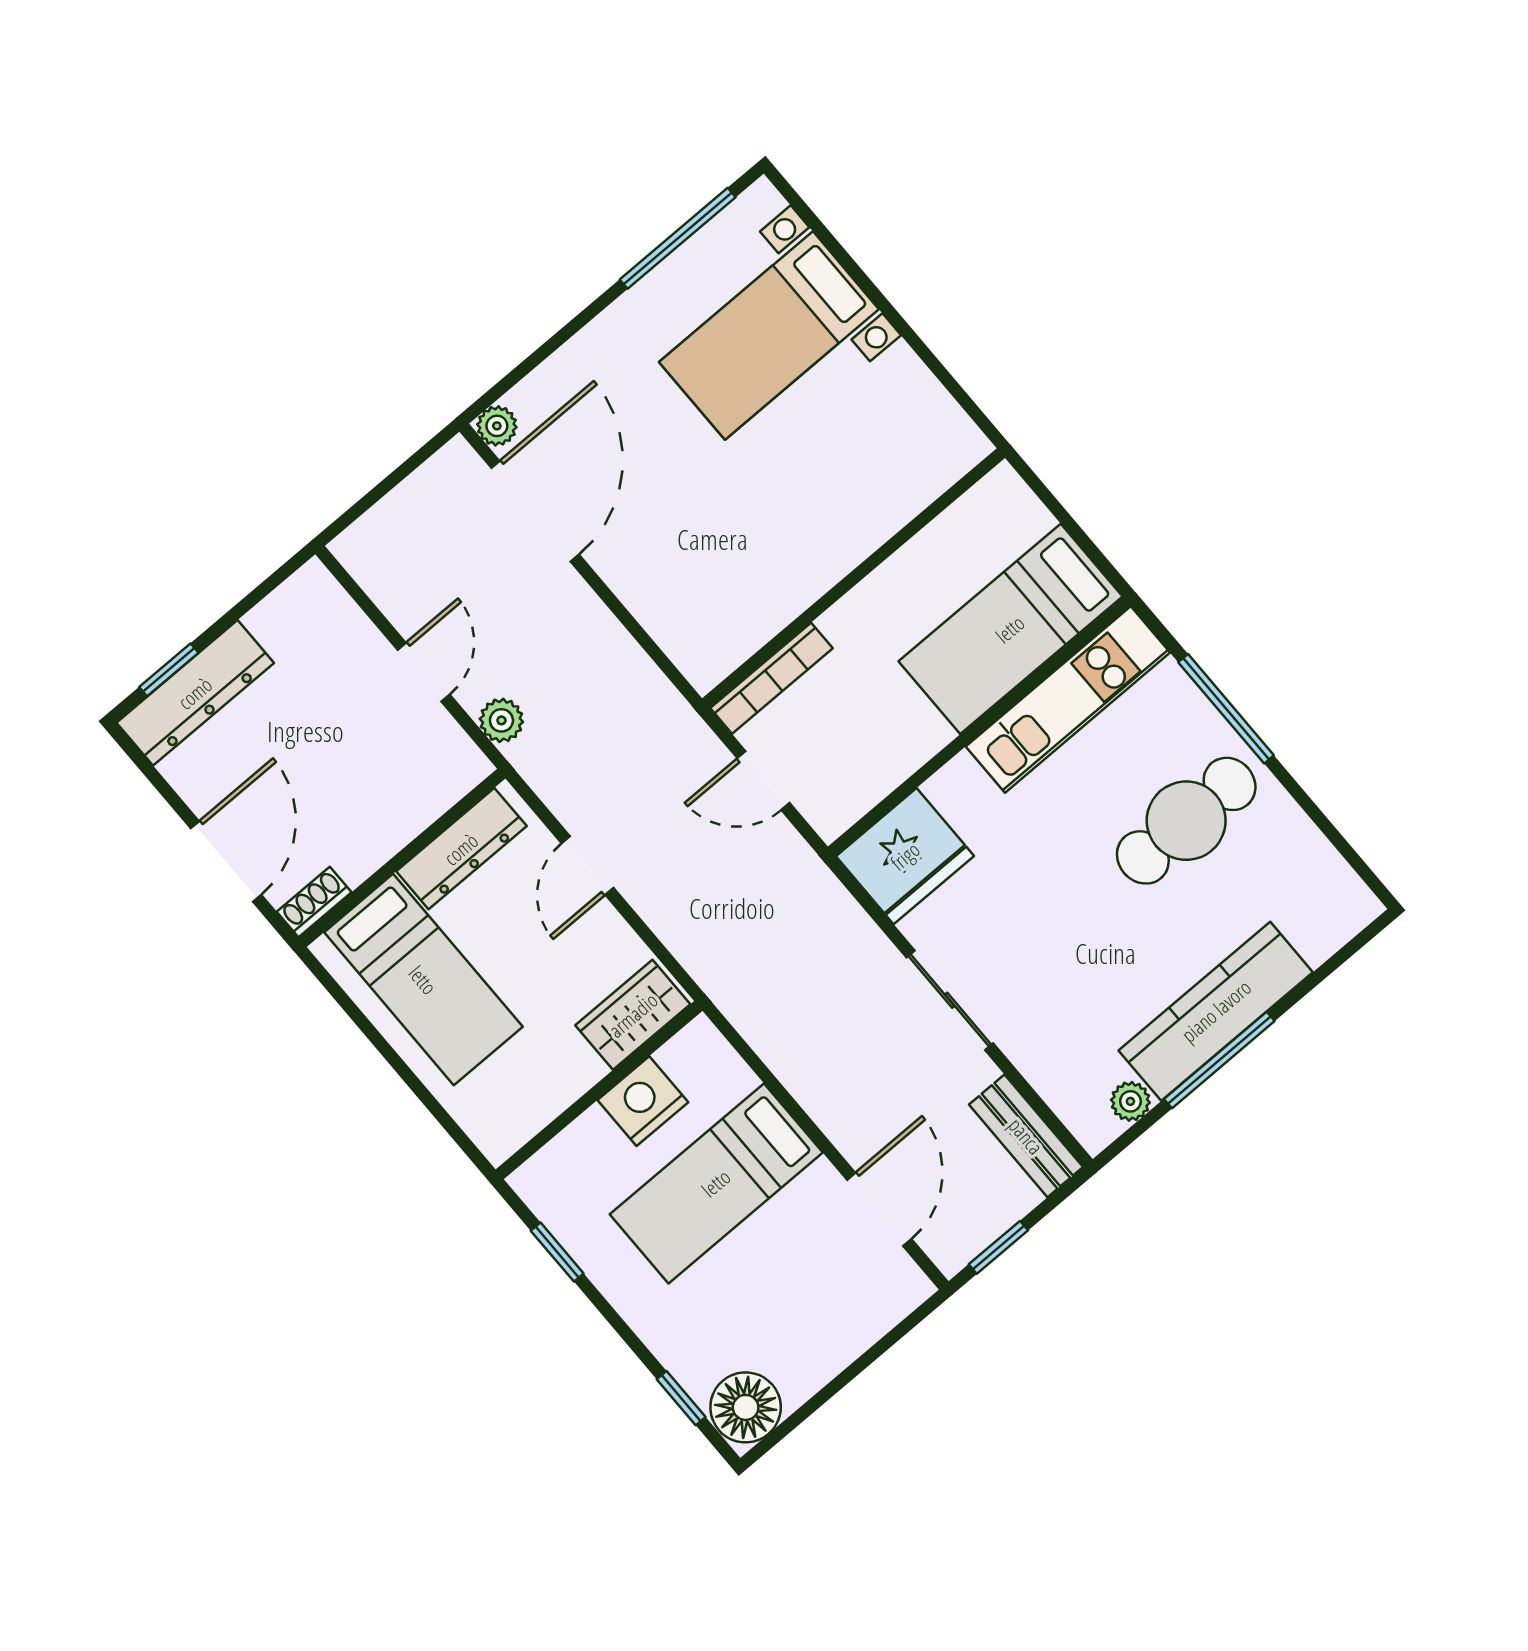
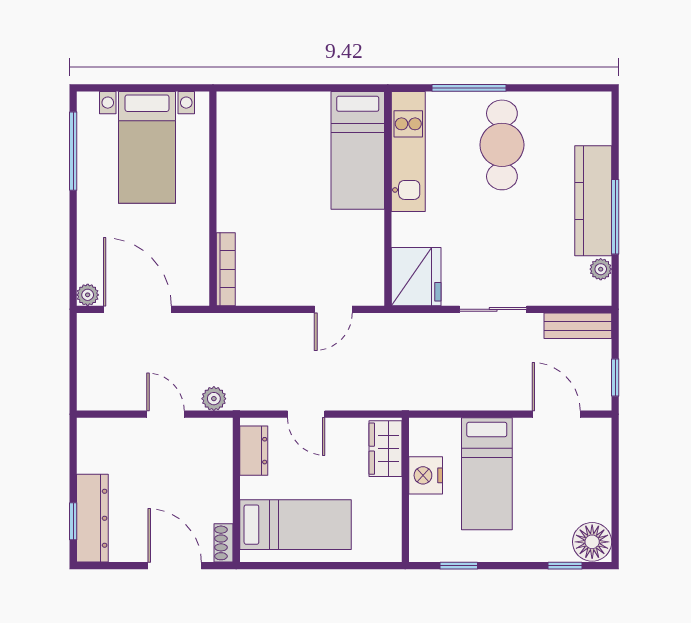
wall: (854, 578) -> (213, 199), moved
bookcase: (771, 678) -> (226, 269), moved
dresser: (461, 849) -> (254, 451), width x0.70

